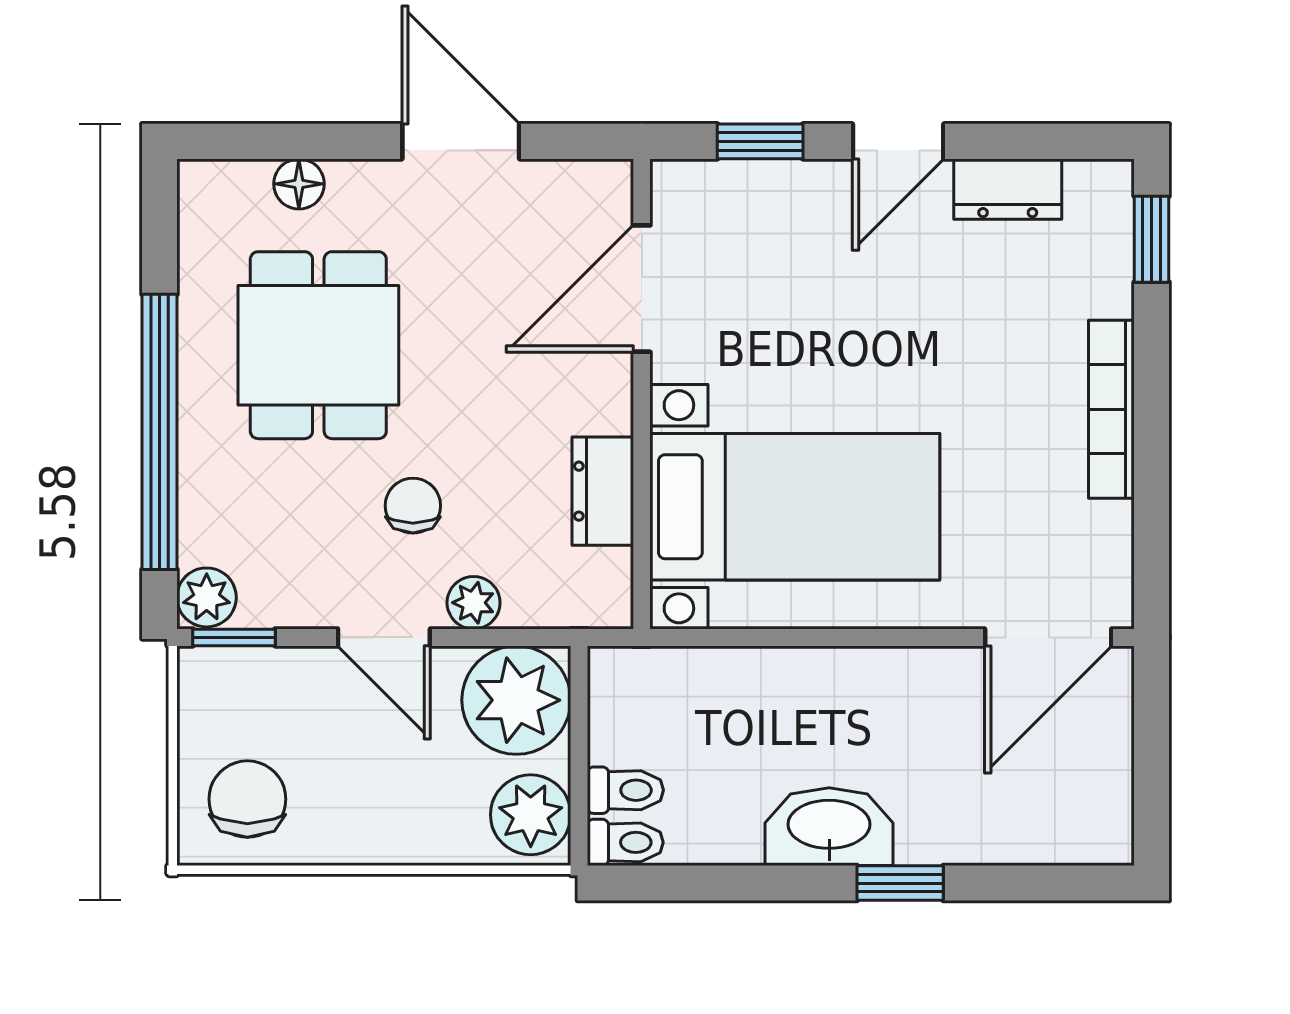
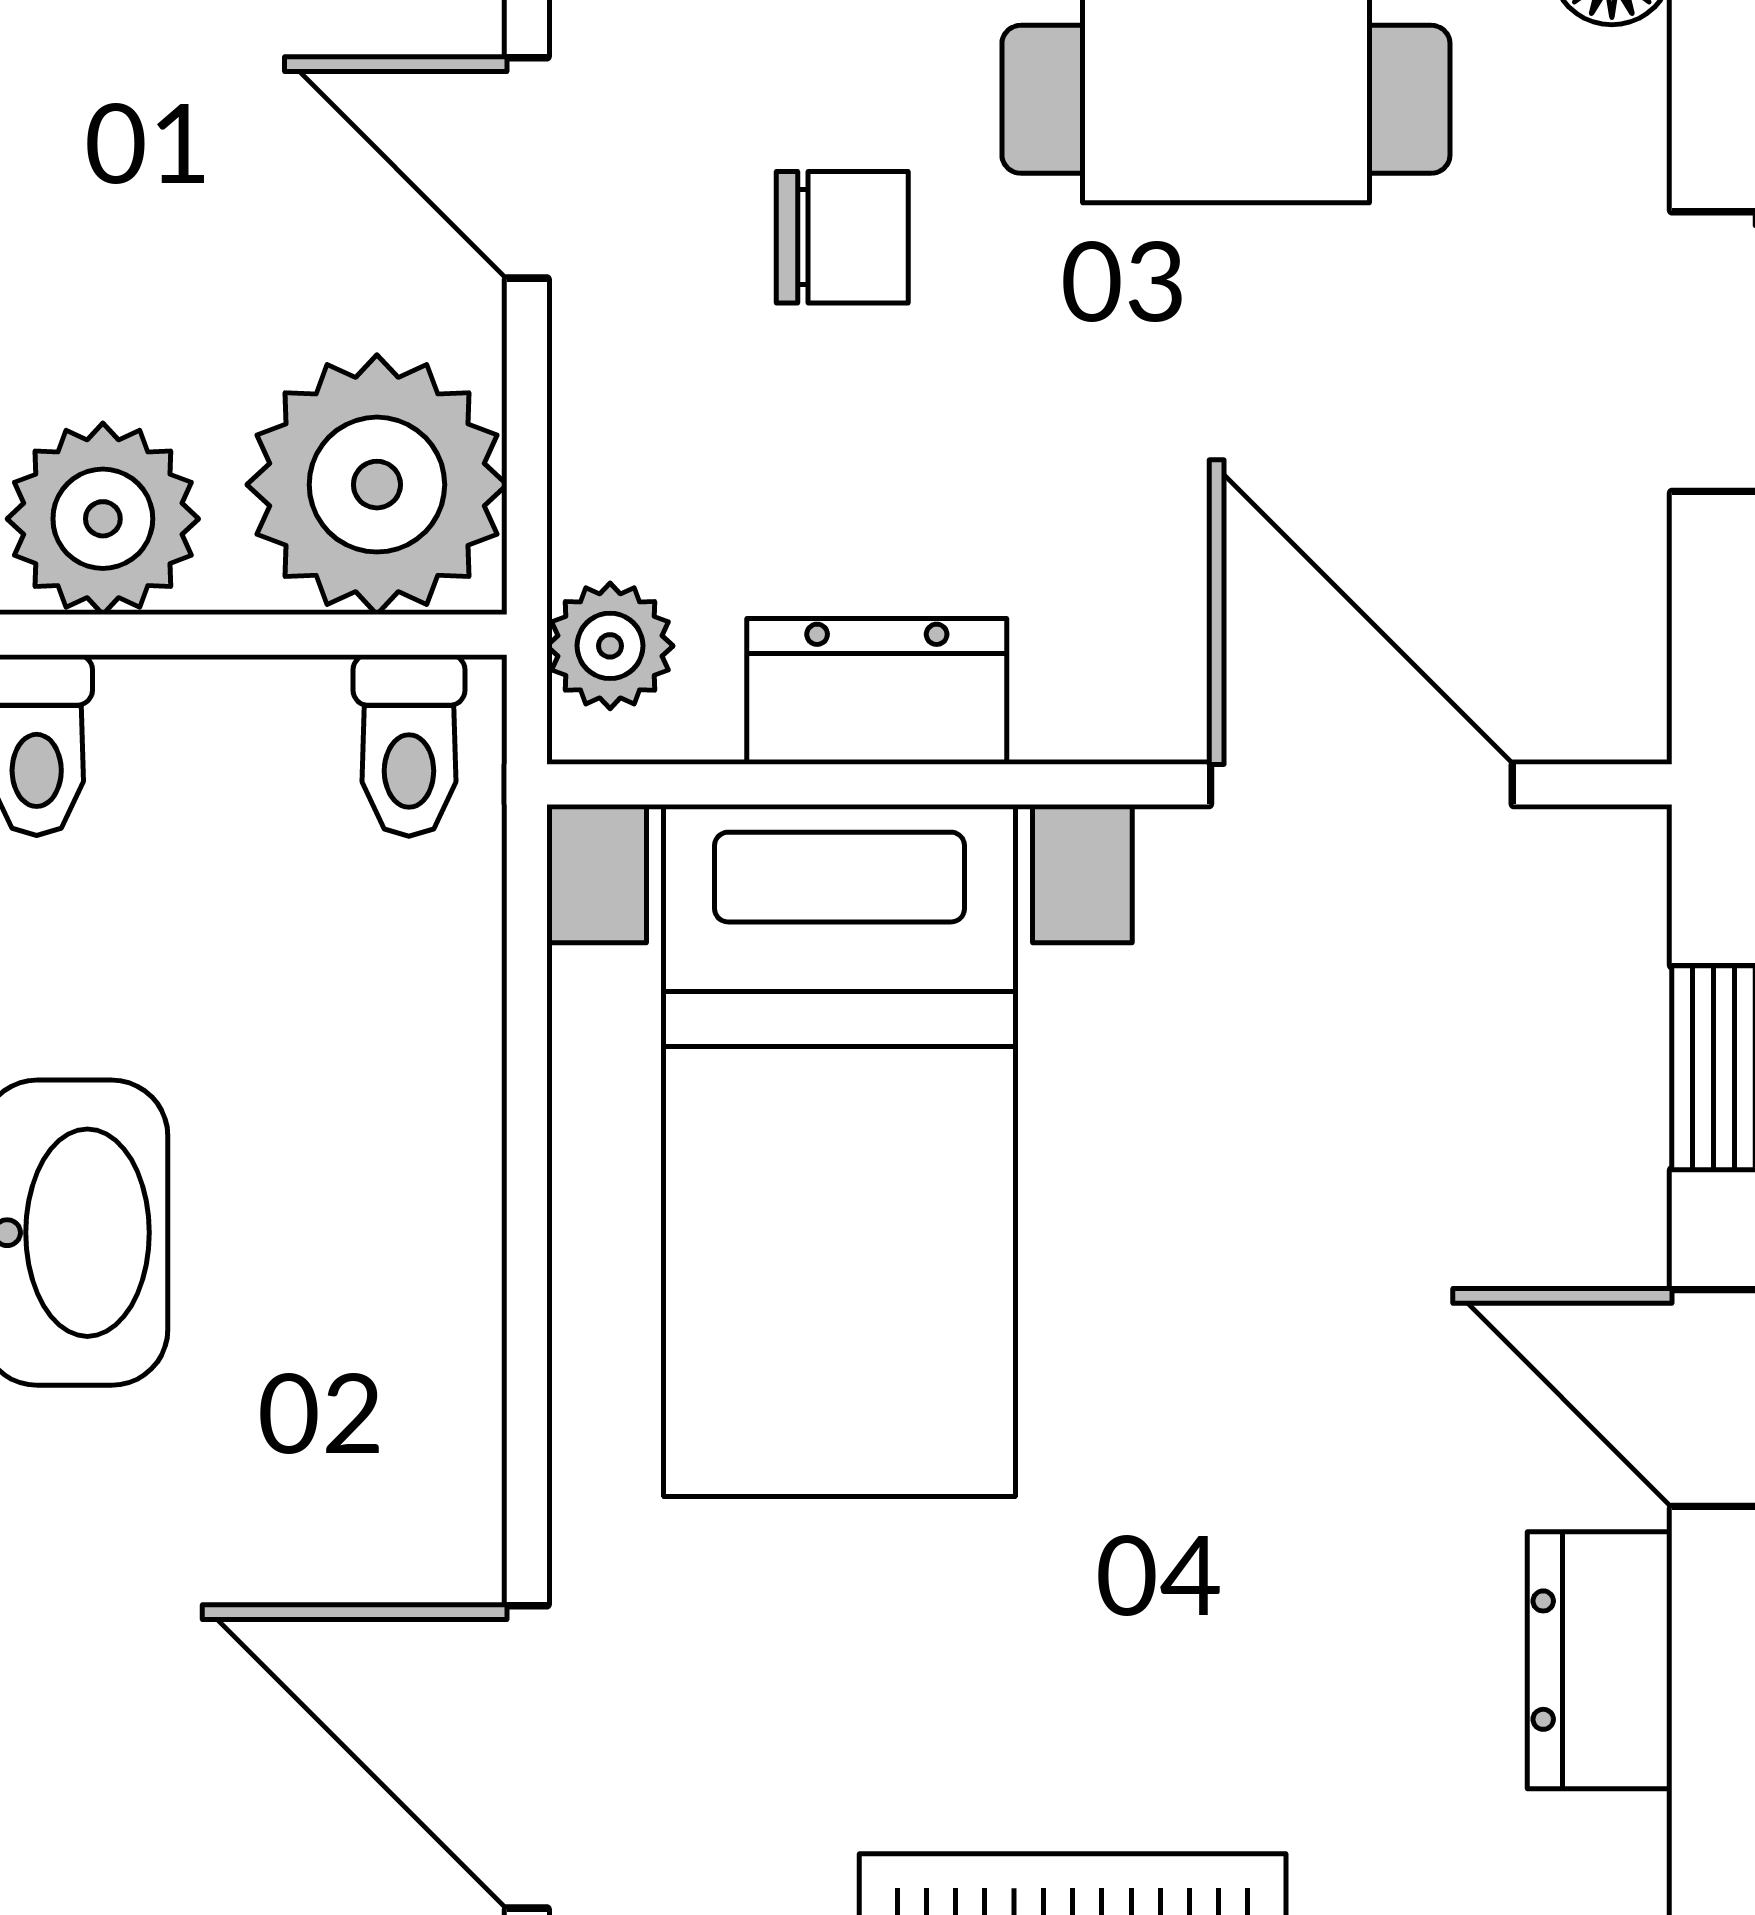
plant: (474, 603) -> (610, 646), moved
door: (384, 637) -> (527, 168), hinge flipped
toilet: (625, 790) -> (409, 746), moved

